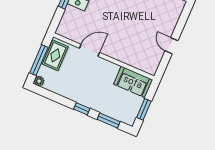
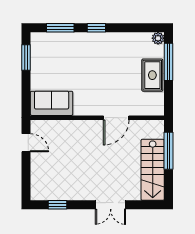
door: (90, 50) -> (116, 118), moved
wall: (104, 56) -> (97, 118), moved
sofa: (133, 82) -> (52, 103), moved

